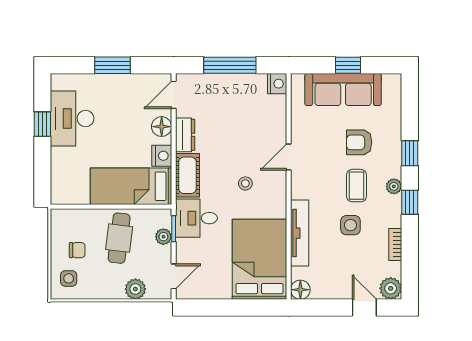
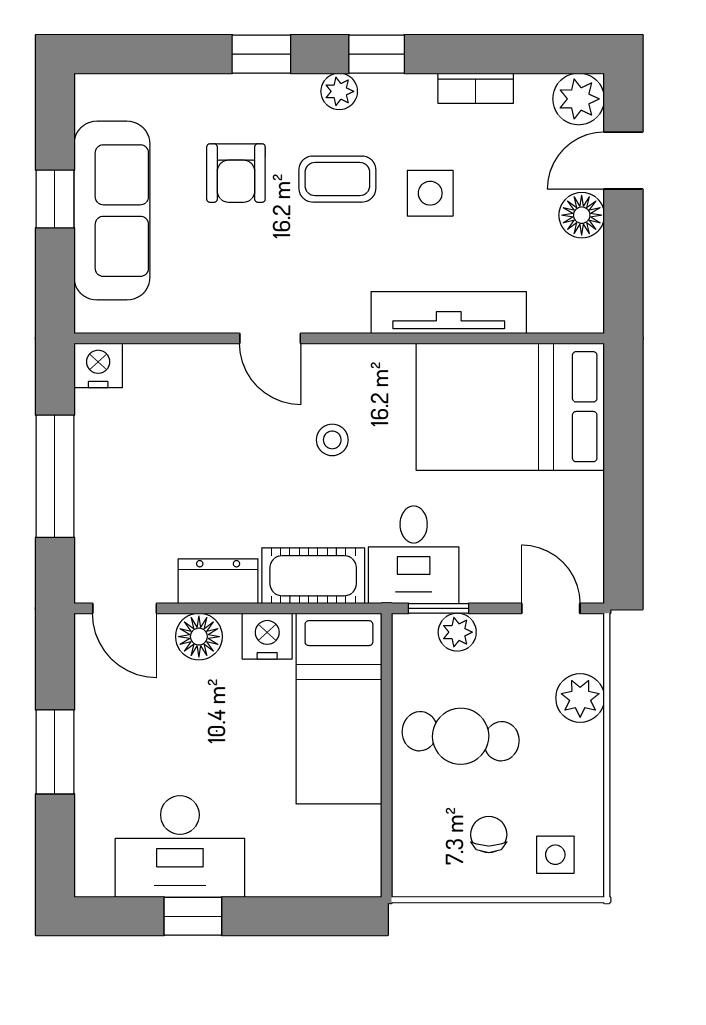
floor lamp: (300, 290) -> (582, 215), moved

